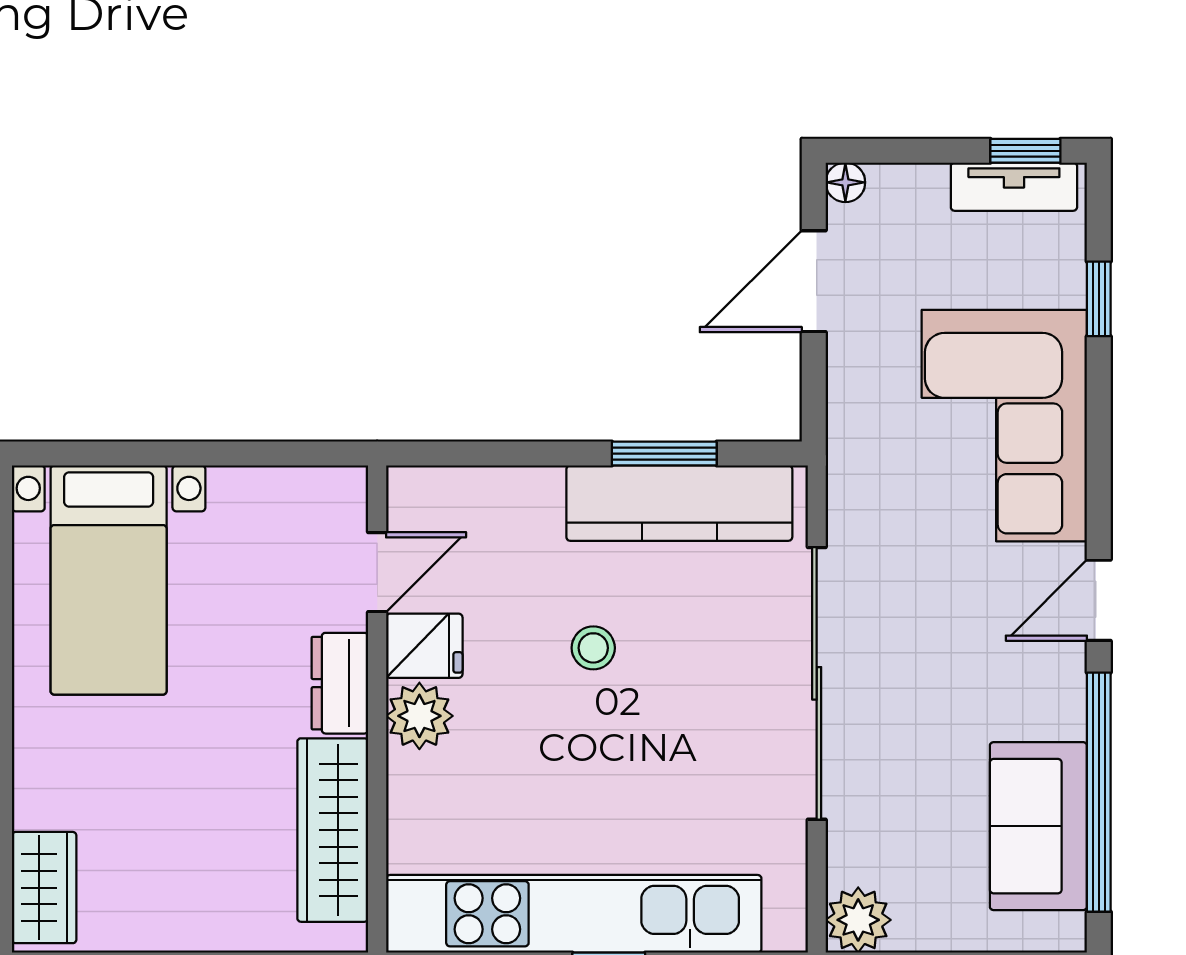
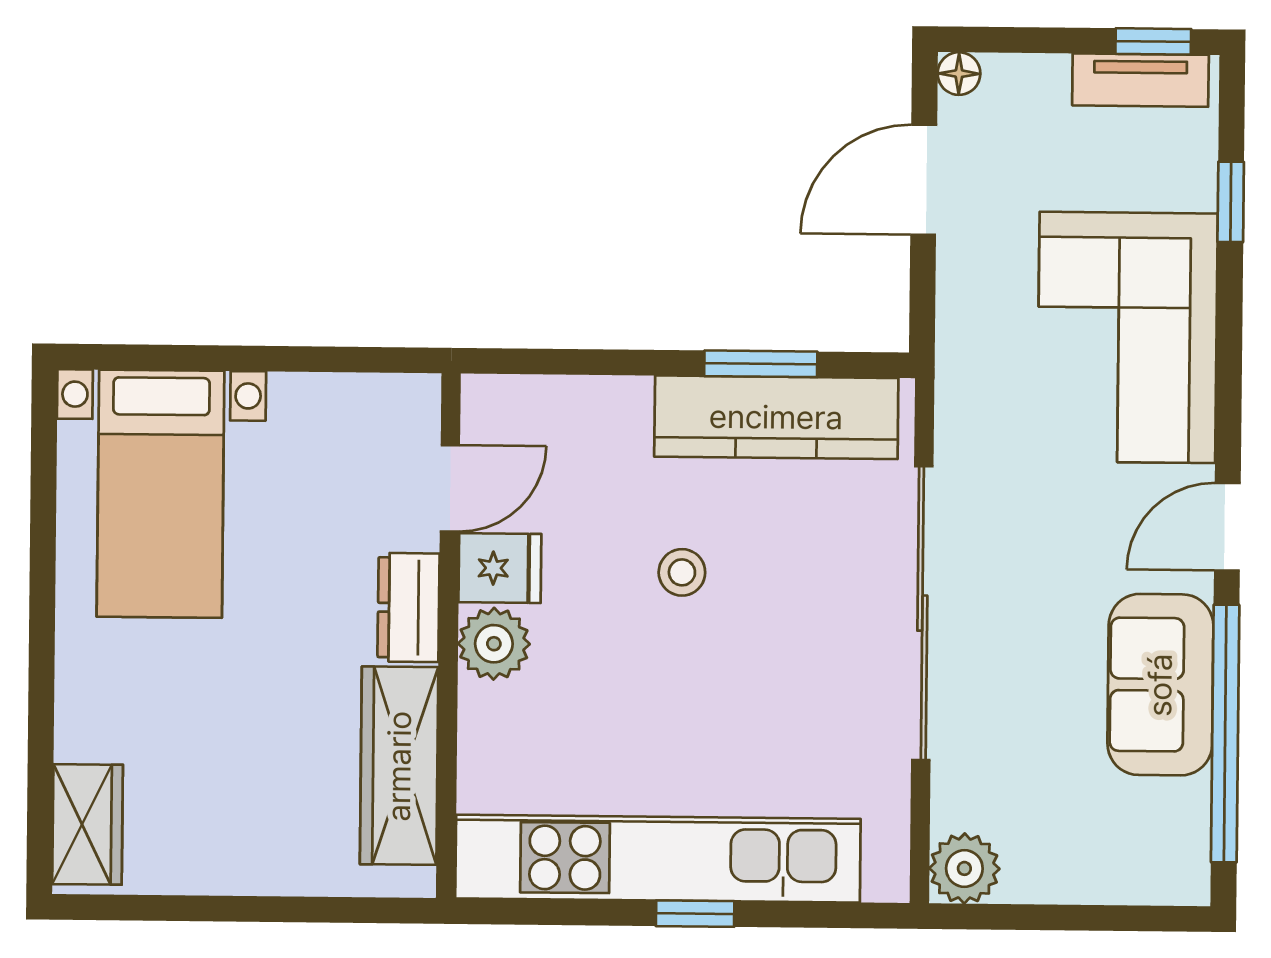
sofa: (1038, 826) -> (1160, 685), moved

